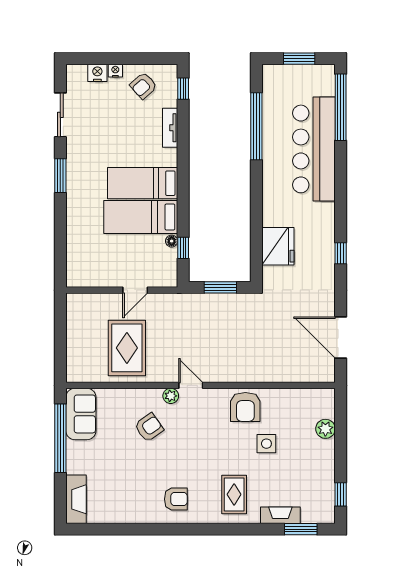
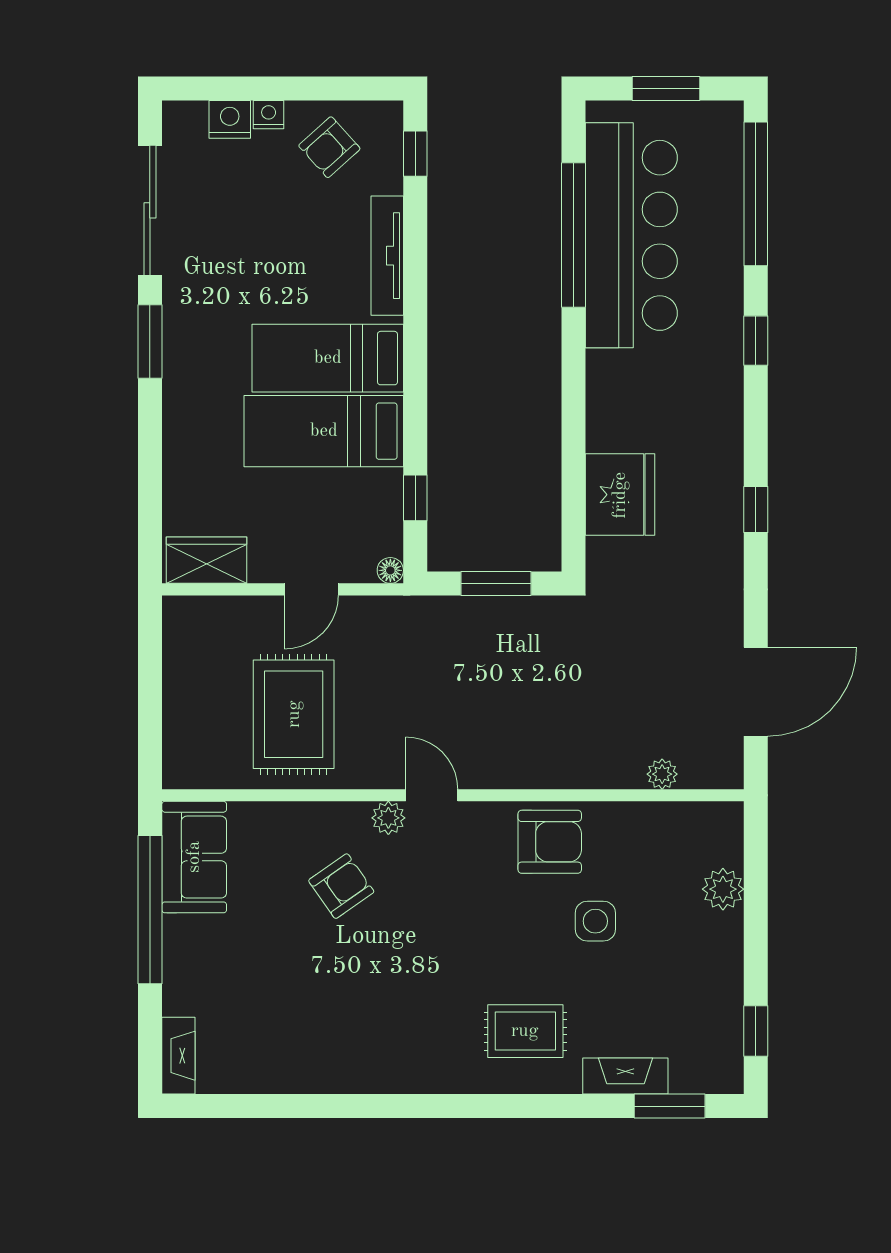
sliding door: (60, 115) -> (150, 210), width x1.37
tv unit: (170, 128) -> (387, 256), width x1.41
bar counter: (314, 149) -> (631, 235), moved, turned 180
window: (341, 175) -> (756, 341), added
floor lamp: (172, 241) -> (390, 570), moved
wardrobe: (87, 277) -> (206, 560), added
door: (341, 337) -> (756, 692), swing flipped
plant: (297, 376) -> (662, 774), added
armchair: (245, 407) -> (550, 842), turned -90
rug: (234, 494) -> (525, 1031), turned 90
fireplace: (76, 499) -> (178, 1056), width x0.73, depth x0.76
armchair: (176, 499) -> (399, 1041), removed

